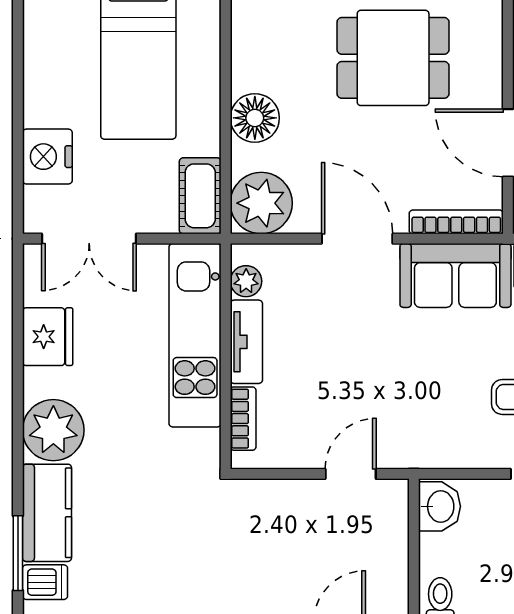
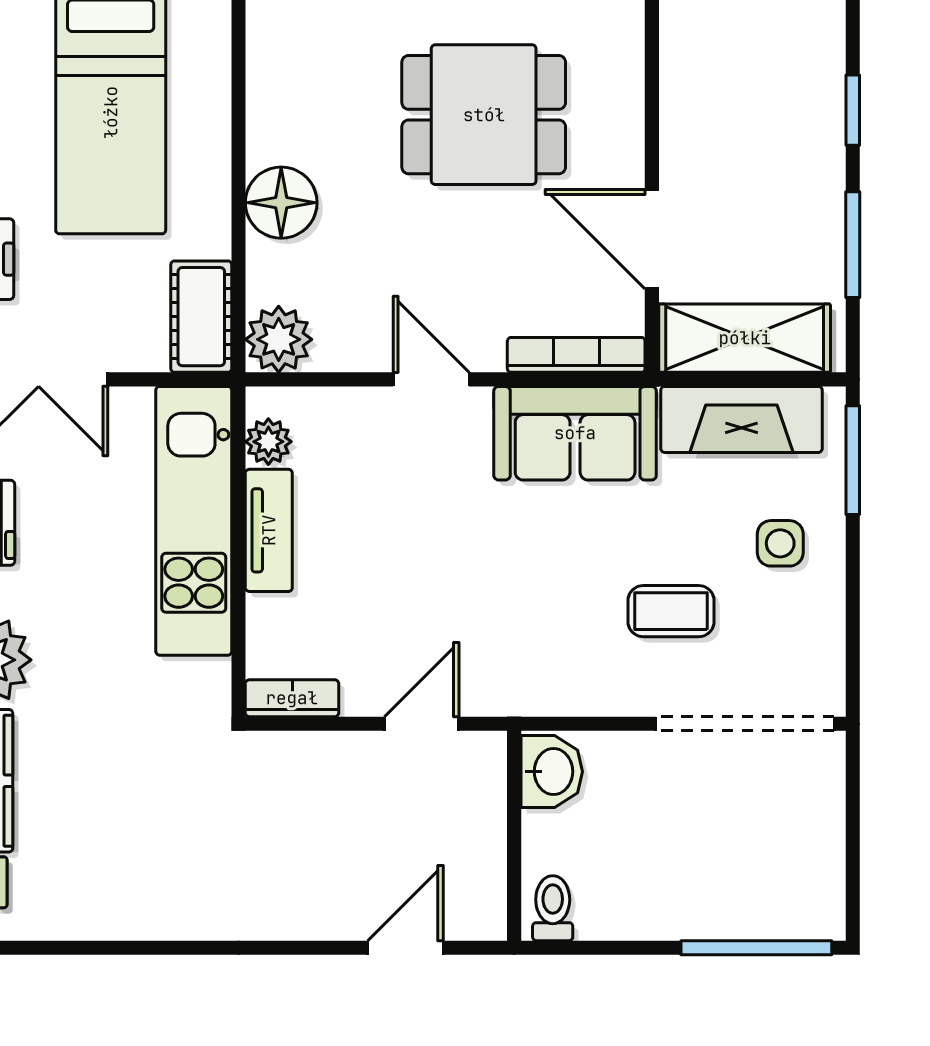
plant: (261, 203) -> (279, 339), width x0.73, depth x0.73
door: (357, 239) -> (431, 379), width x0.73
bookcase: (243, 419) -> (292, 698), moved, turned -90

